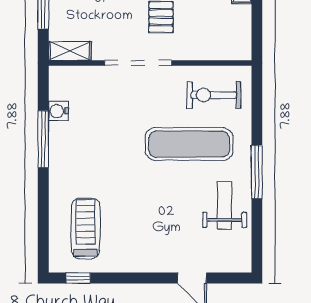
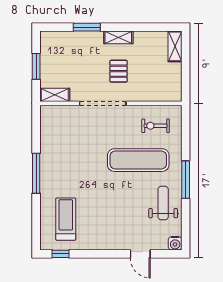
exercise bike: (214, 95) -> (156, 126), width x0.73, depth x0.72
water cooler: (58, 111) -> (175, 243), moved, turned -90
window: (43, 139) -> (36, 173), moved

